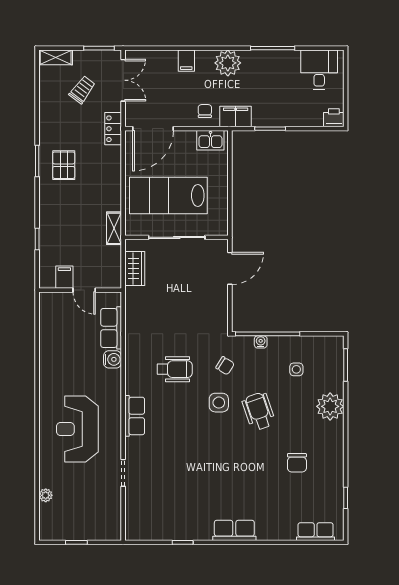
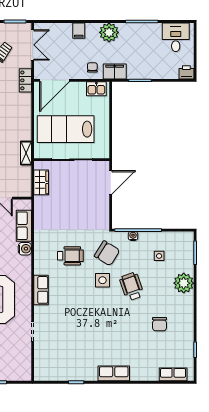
chair: (225, 366) -> (107, 253), width x1.87, depth x1.87

